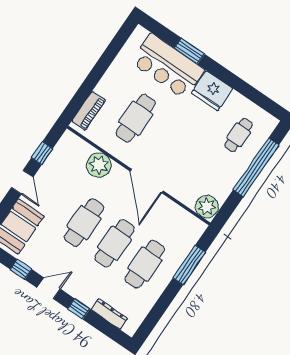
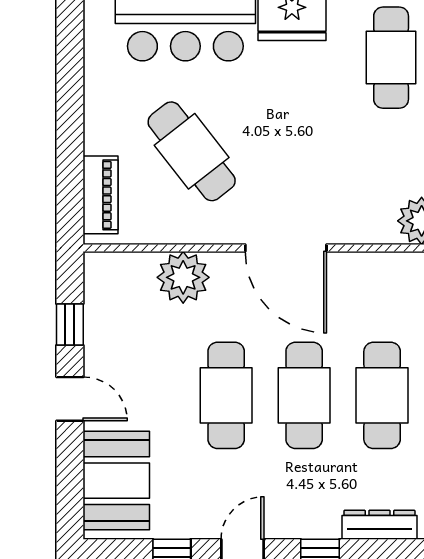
cafe table: (136, 118) -> (192, 151), turned -38
cafe table: (239, 135) -> (391, 58), width x1.37, depth x1.35

